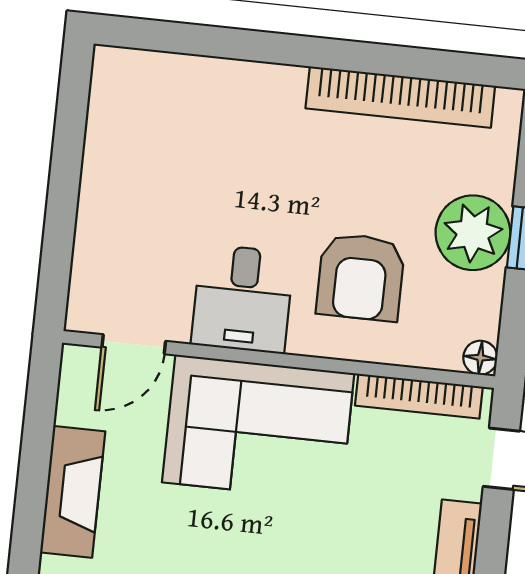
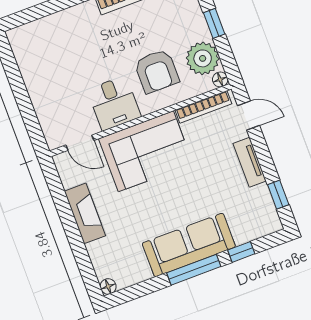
plant: (473, 233) -> (203, 58), moved
door: (134, 344) -> (80, 143), hinge flipped

